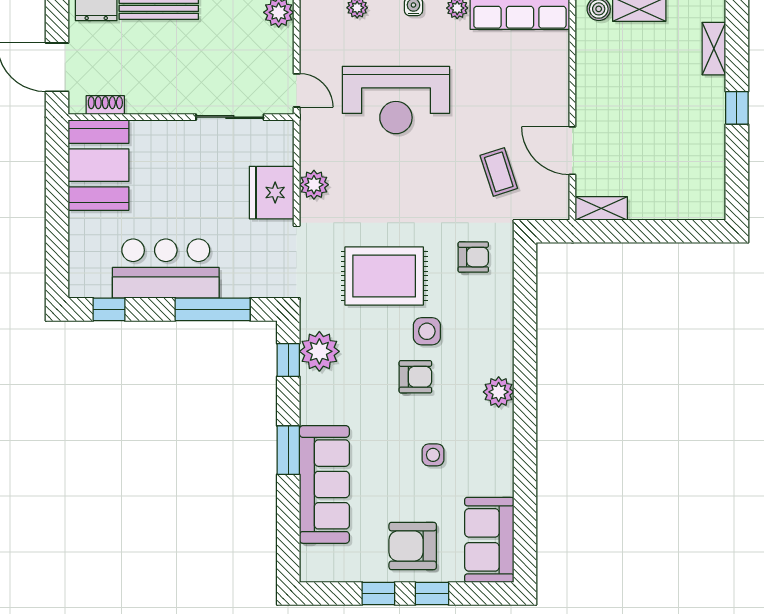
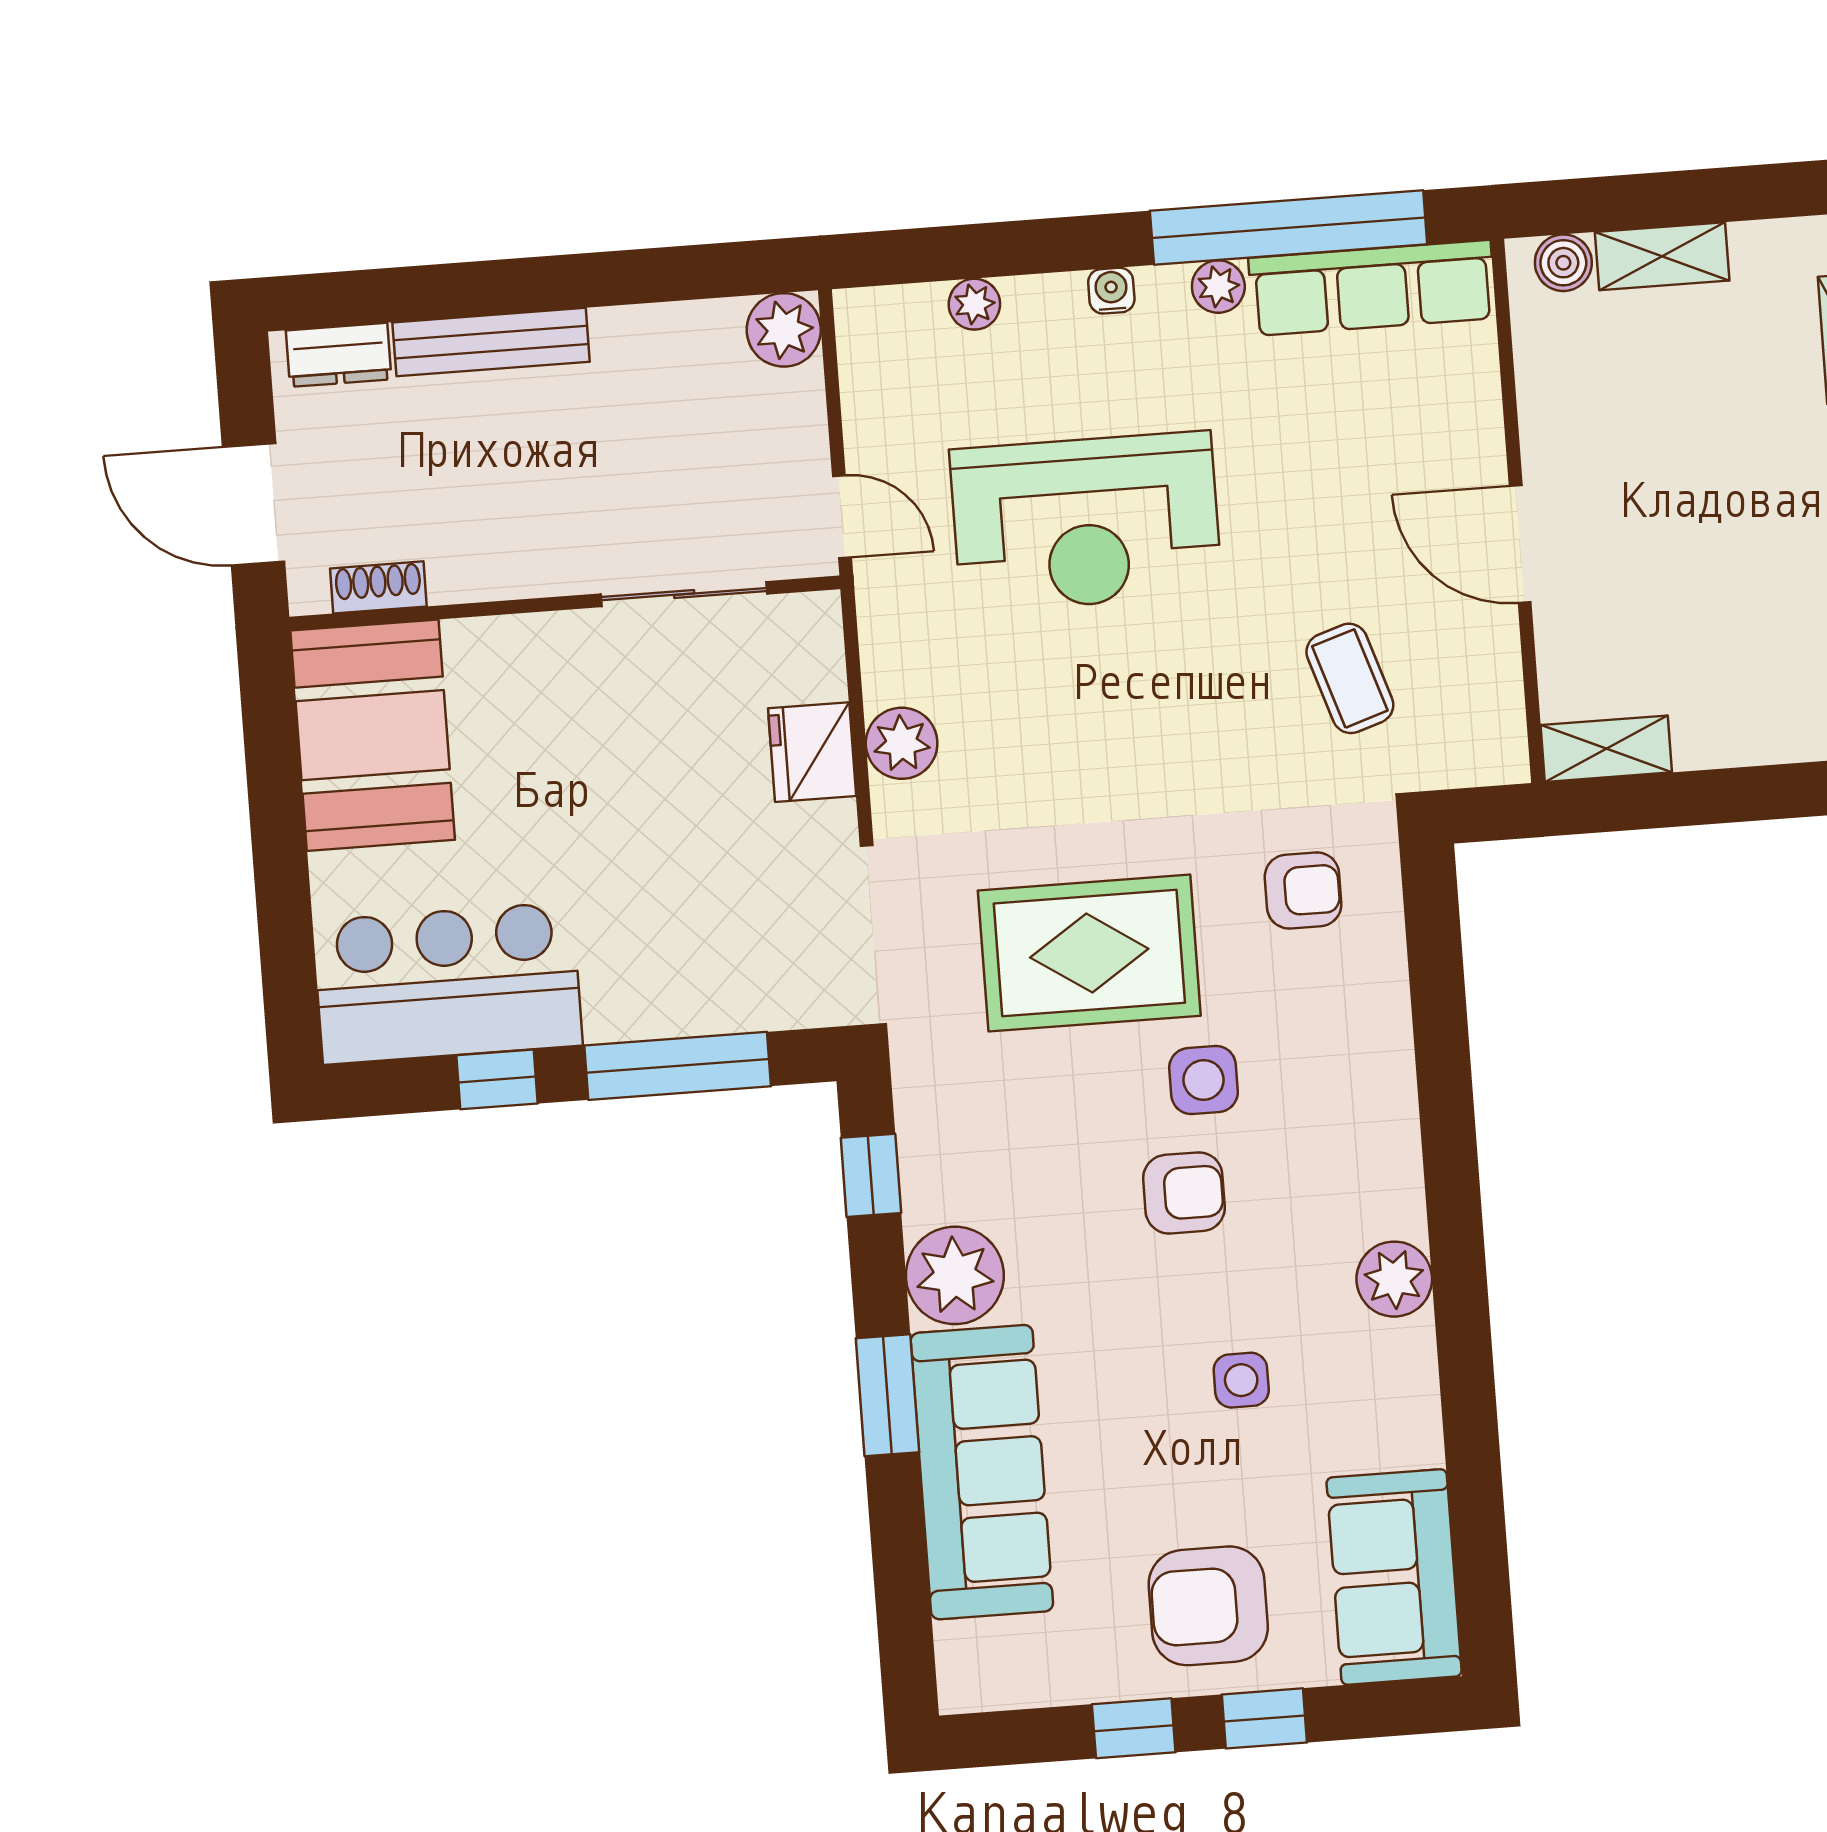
door: (572, 151) -> (1520, 544), moved
fridge: (272, 193) -> (812, 752), width x0.73, depth x0.75
bar counter: (166, 269) -> (448, 983), moved
window: (109, 309) -> (497, 1079), moved
plant: (319, 351) -> (955, 1275), moved
plant: (499, 392) -> (1394, 1279), moved

